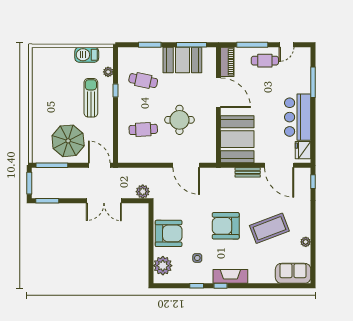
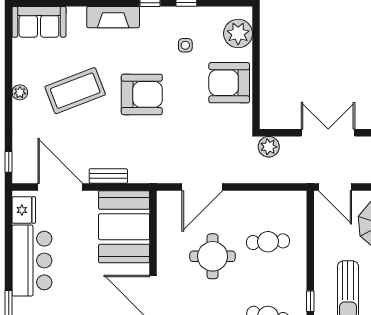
door: (186, 165) -> (202, 187), swing flipped
plant: (306, 242) -> (20, 92), moved
fireplace: (230, 276) -> (113, 17), moved

